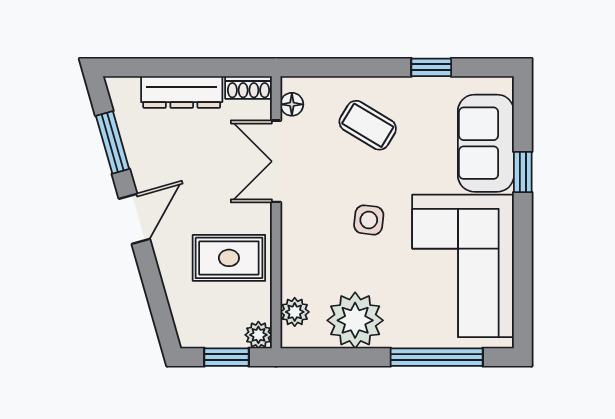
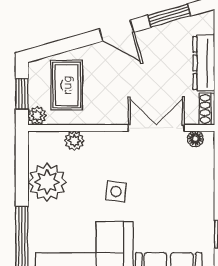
coffee table: (368, 125) -> (181, 191), removed
rug: (229, 258) -> (67, 85), moved
plant: (295, 312) -> (74, 141), moved

